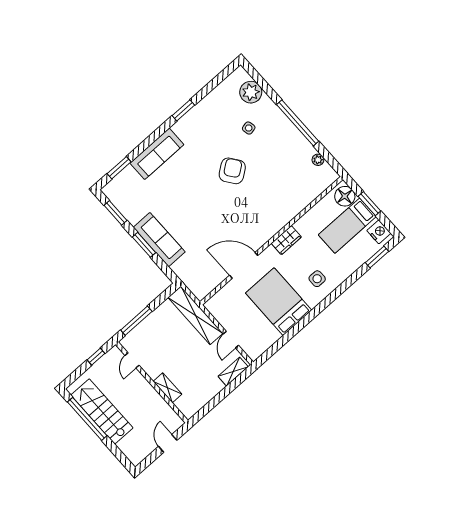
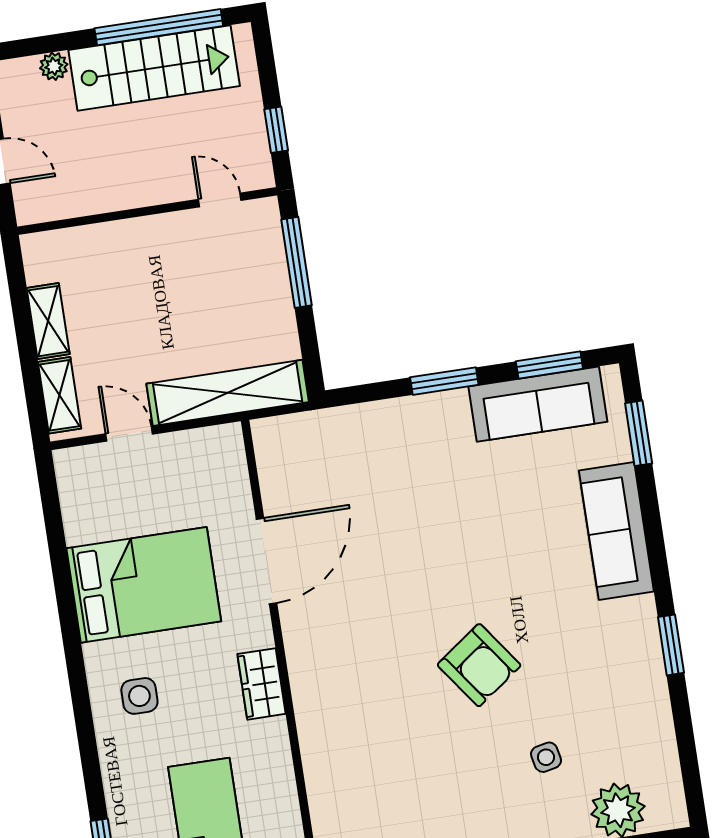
sofa: (159, 240) -> (538, 404), moved
shelving: (167, 388) -> (48, 321), moved, turned 90
plant: (123, 446) -> (54, 66), added

